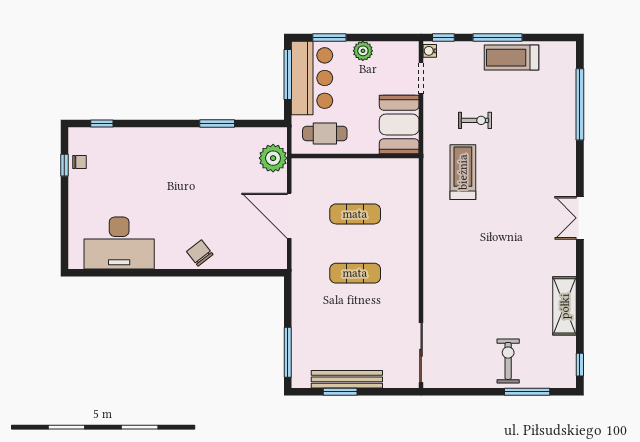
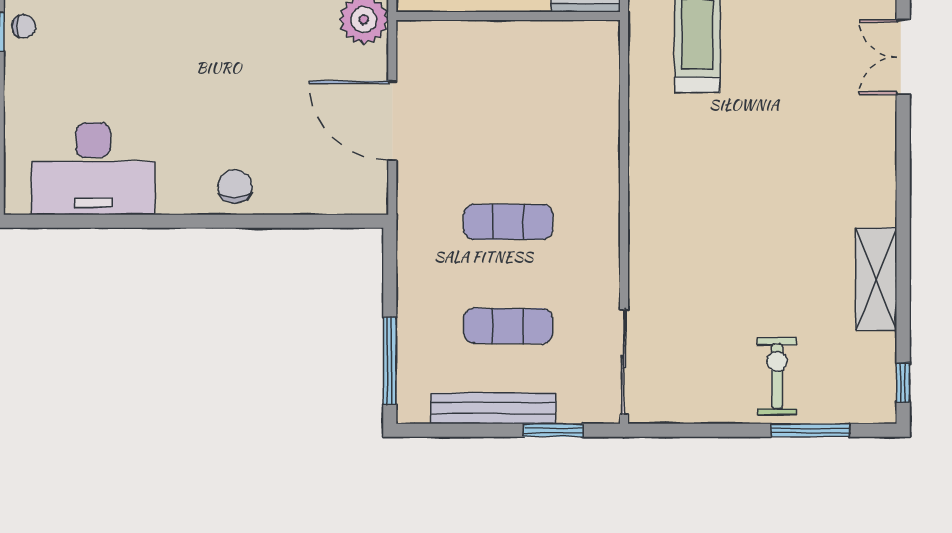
exercise mat: (355, 214) -> (508, 326), moved
double door: (580, 218) -> (903, 57), moved
chair: (200, 253) -> (235, 186), turned 38
window: (340, 392) -> (553, 430), moved

